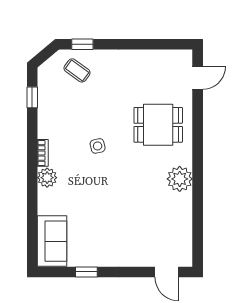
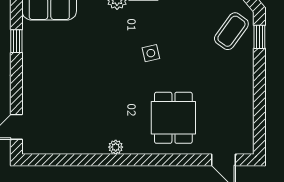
coffee table: (77, 70) -> (231, 31), width x1.36, depth x1.30
plant: (180, 179) -> (116, 147), width x0.53, depth x0.53

